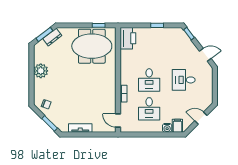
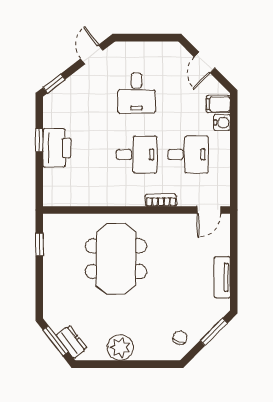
dresser: (52, 37) -> (72, 342), moved
printer: (128, 38) -> (57, 148), moved, turned 90
meeting table: (92, 46) -> (116, 259), moved

